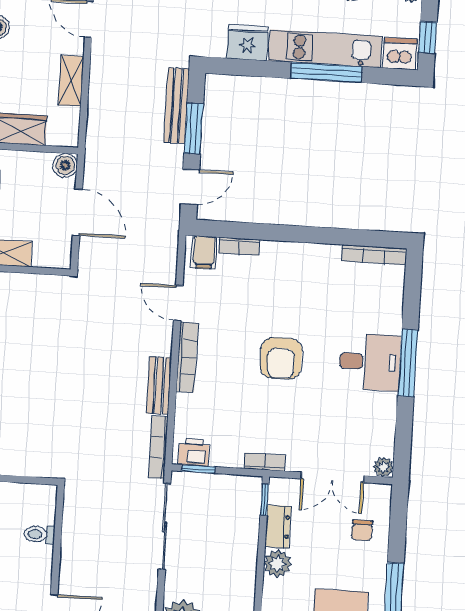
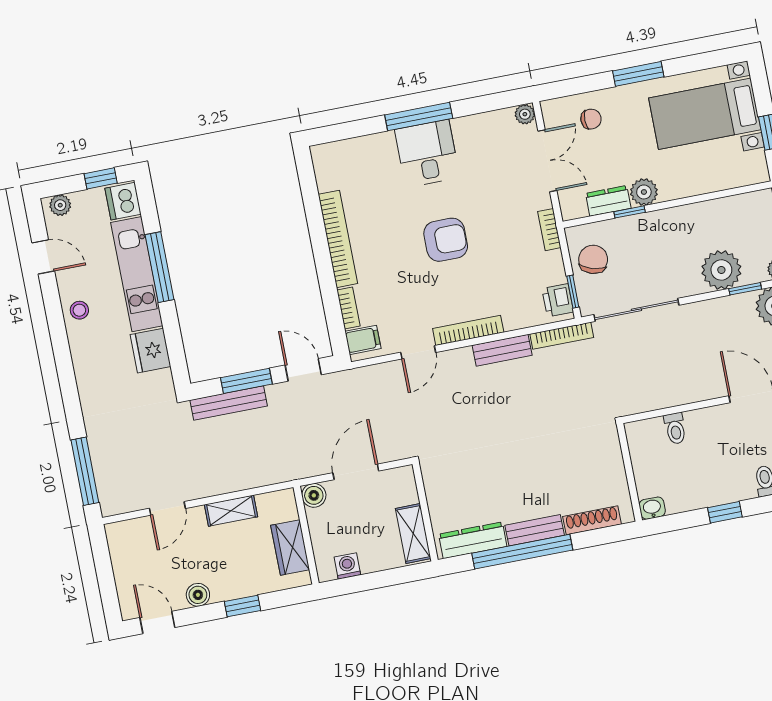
bookcase: (374, 255) -> (338, 239), moved, width x1.48, depth x1.31
chair: (225, 497) -> (593, 259), added
window: (264, 500) -> (630, 212), moved

